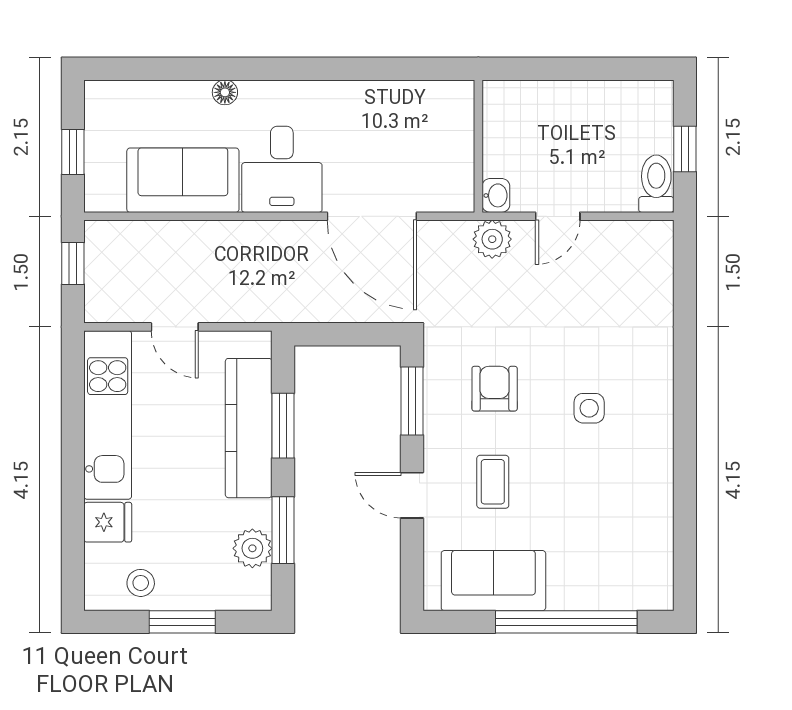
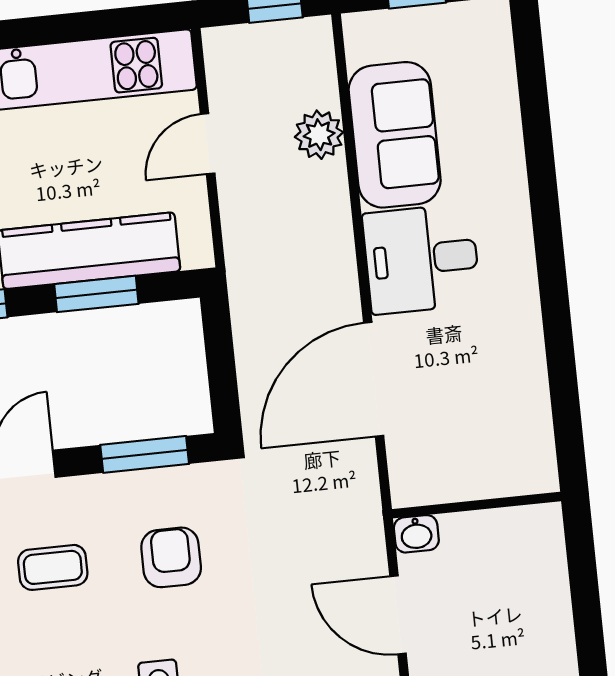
floor lamp: (225, 92) -> (512, 177), removed
door: (558, 216) -> (398, 615), width x1.38
plant: (492, 239) -> (319, 135), moved
armchair: (495, 389) -> (171, 557), turned -90

